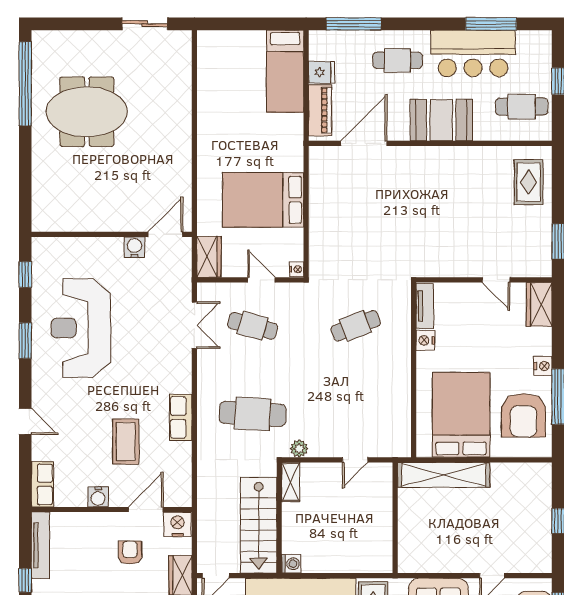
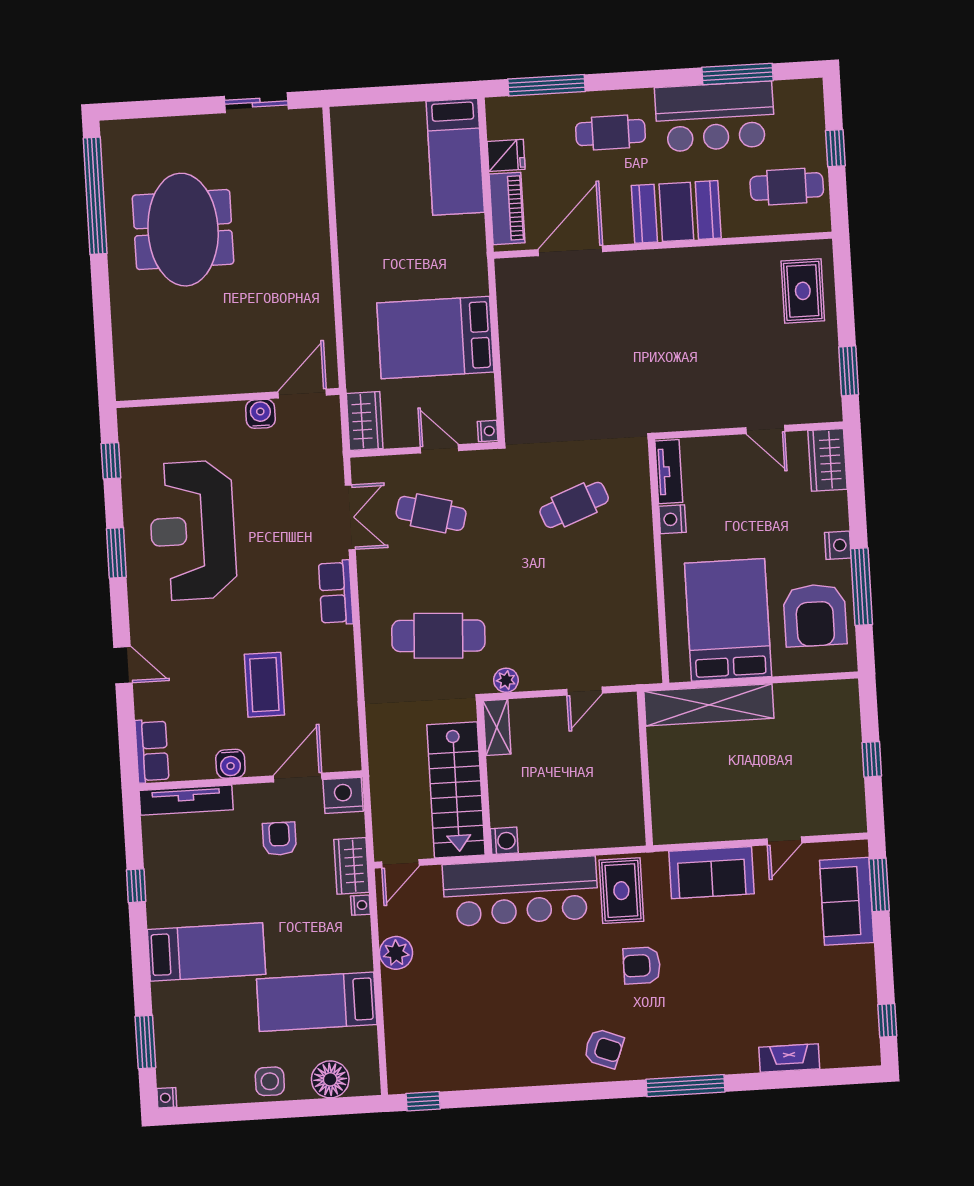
meeting table: (87, 112) -> (183, 230), turned 90
row of seats: (181, 417) -> (336, 592), moved
tv unit: (40, 545) -> (186, 800), moved, turned 90

